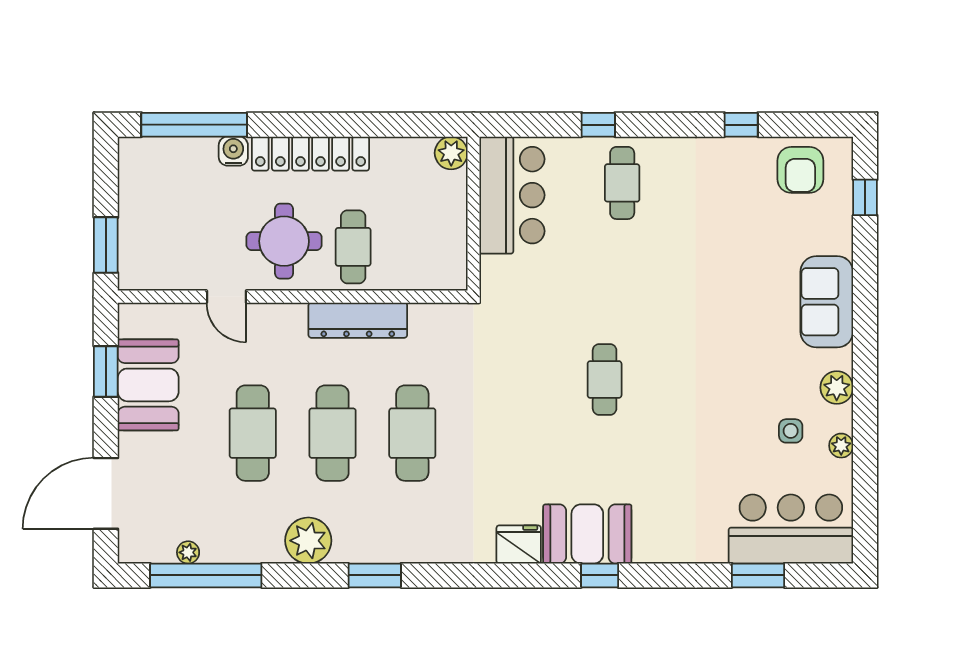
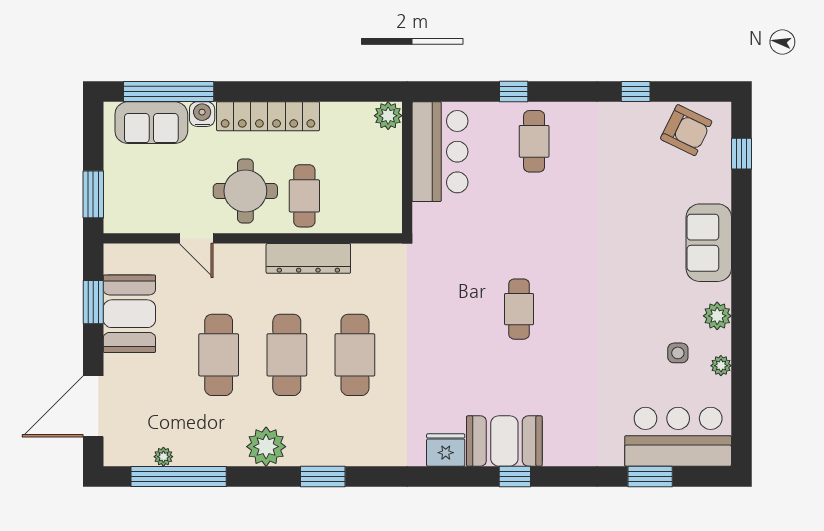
sofa: (174, 161) -> (151, 123), added
armchair: (800, 170) -> (686, 130), turned -64

